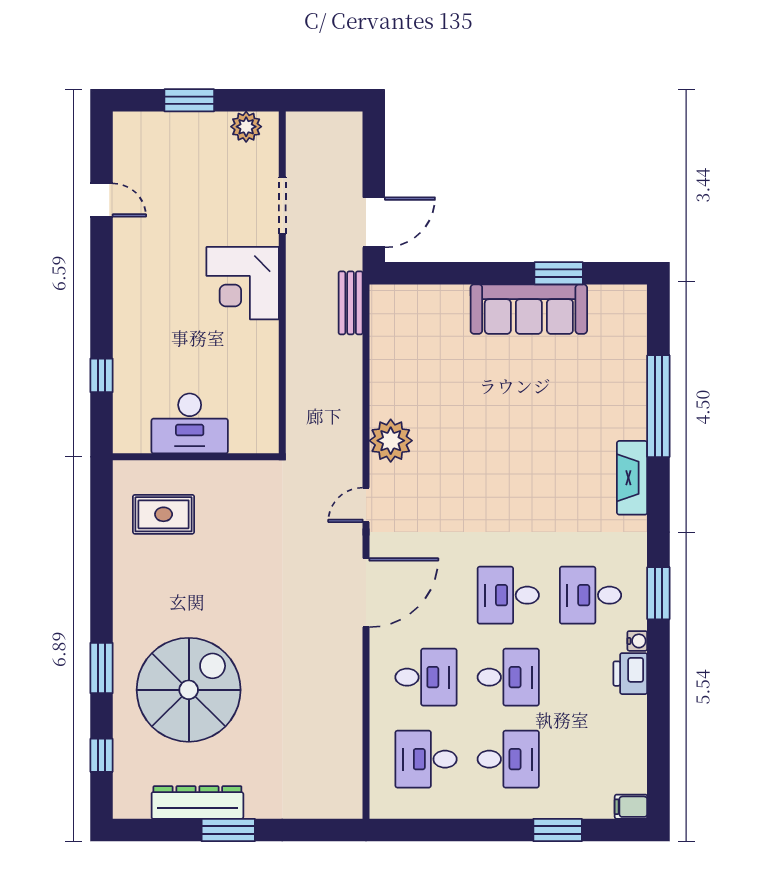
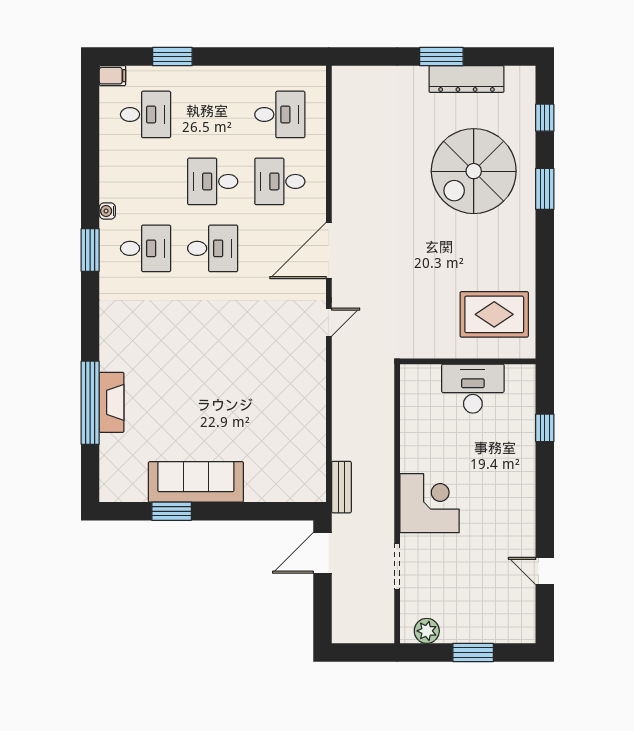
plant: (391, 441) -> (309, 375), removed
fireplace: (632, 478) -> (112, 402), moved
rug: (164, 514) -> (494, 314), width x1.36, depth x1.43
printer: (630, 674) -> (113, 184), removed
desk: (508, 759) -> (146, 114), moved, turned 180

